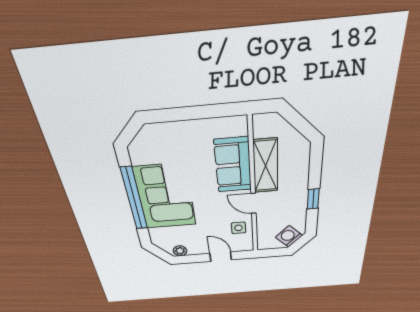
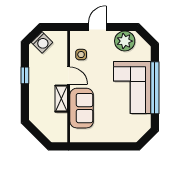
shelving: (266, 166) -> (61, 99), width x0.67, depth x0.75
plant: (180, 251) -> (125, 41), width x1.87, depth x1.87
door: (221, 257) -> (97, 27), swing flipped

